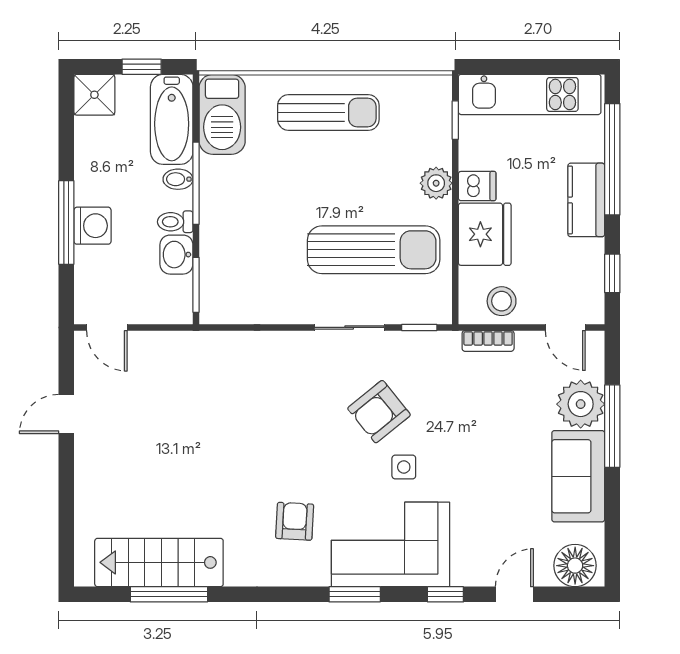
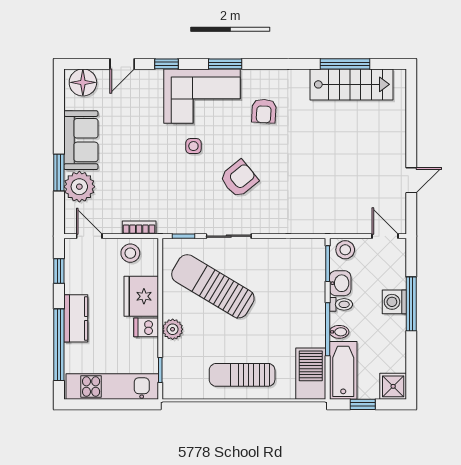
sun lounger: (374, 250) -> (213, 286), turned 31
stool: (169, 306) -> (345, 250), added
armchair: (379, 412) -> (239, 179), moved
window: (612, 426) -> (59, 172), width x0.69

